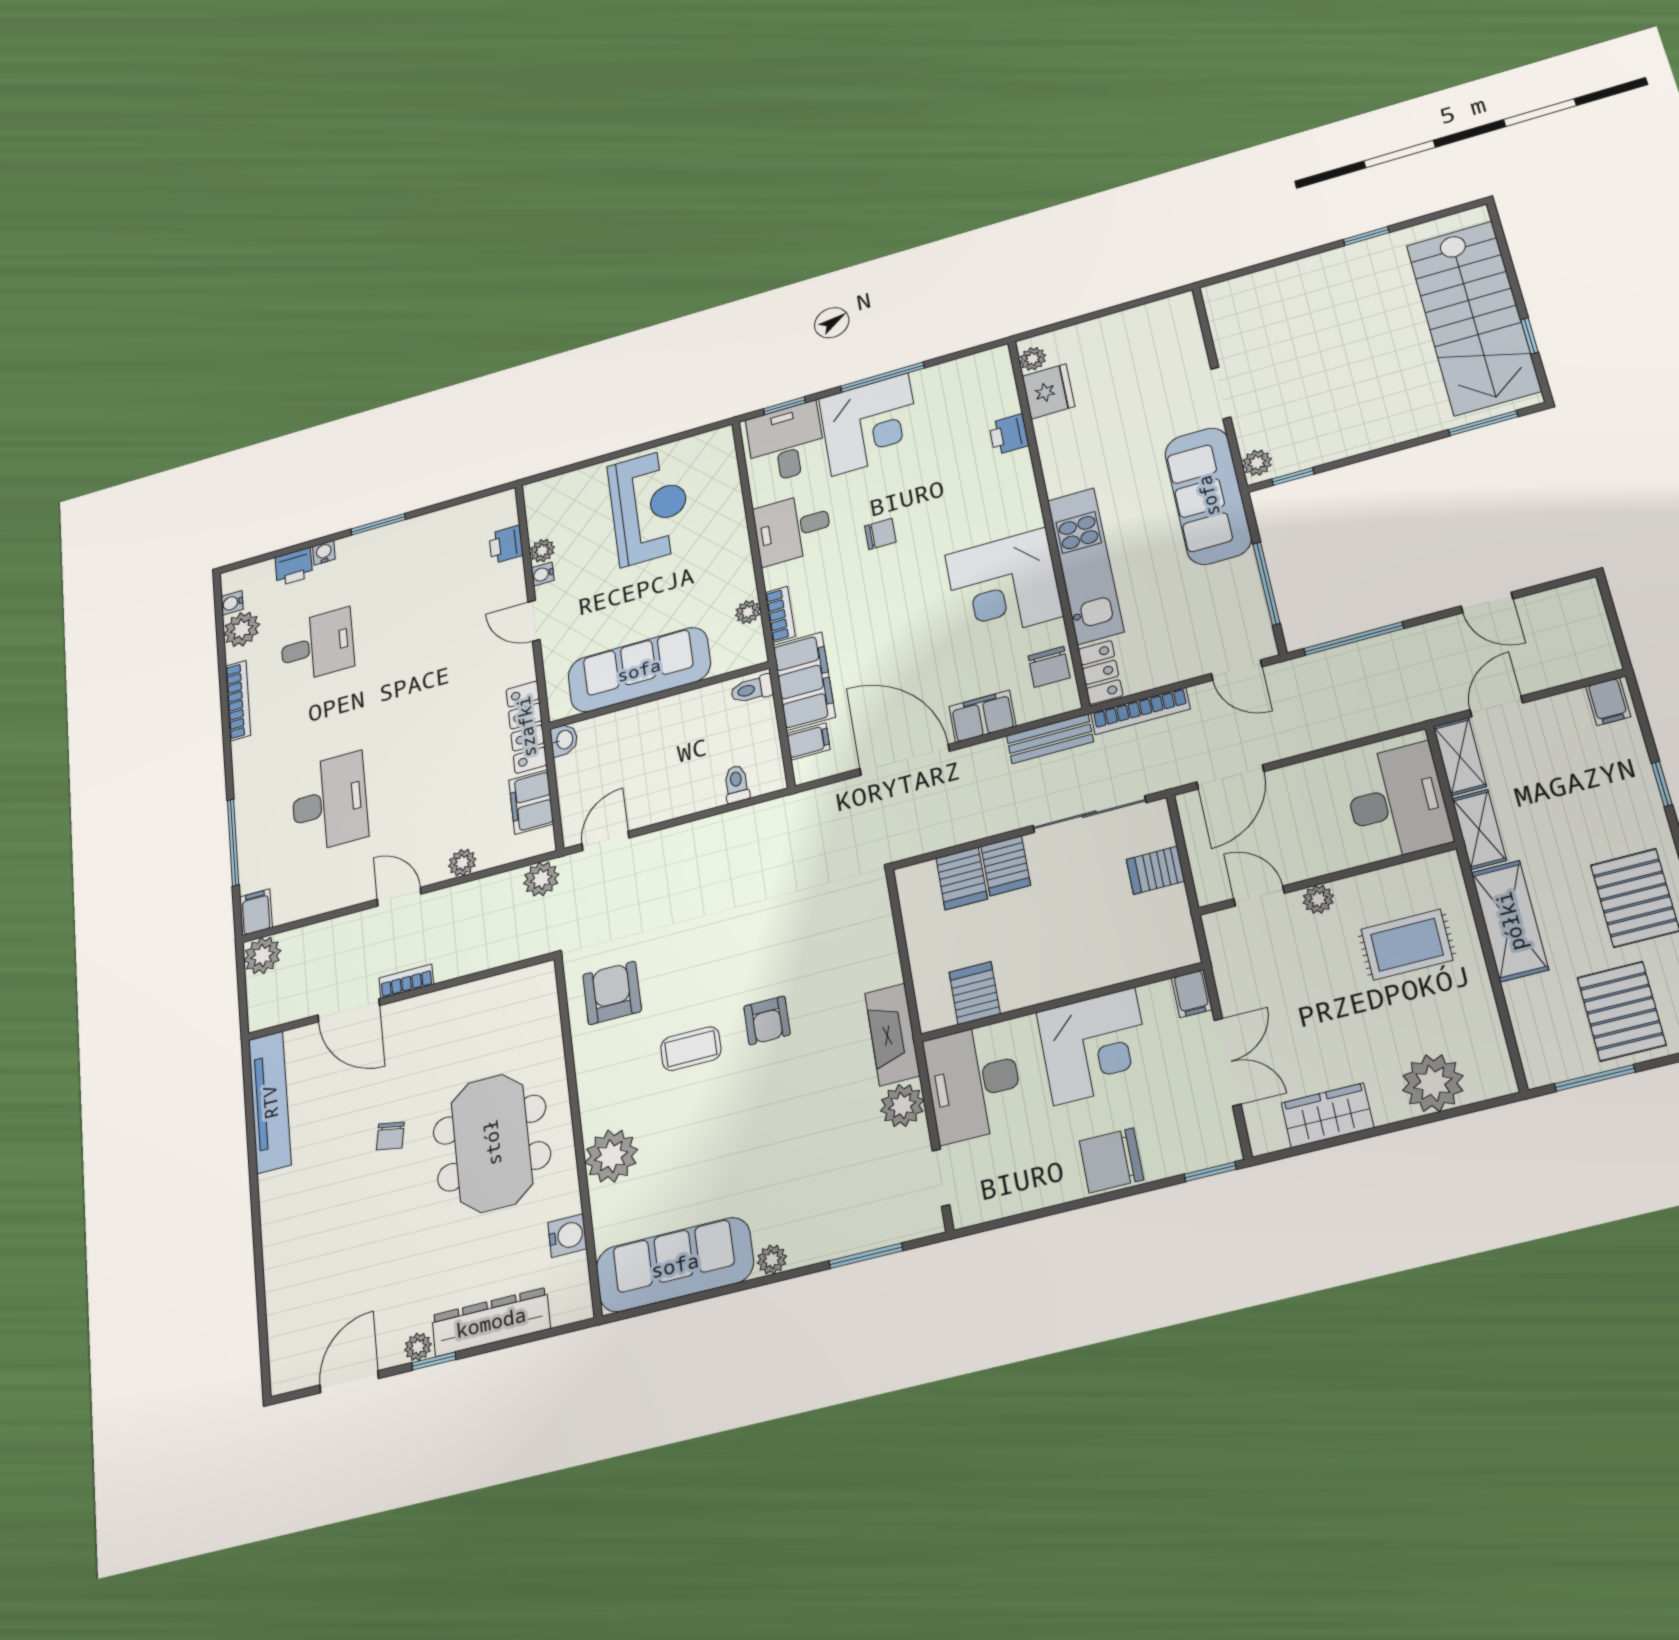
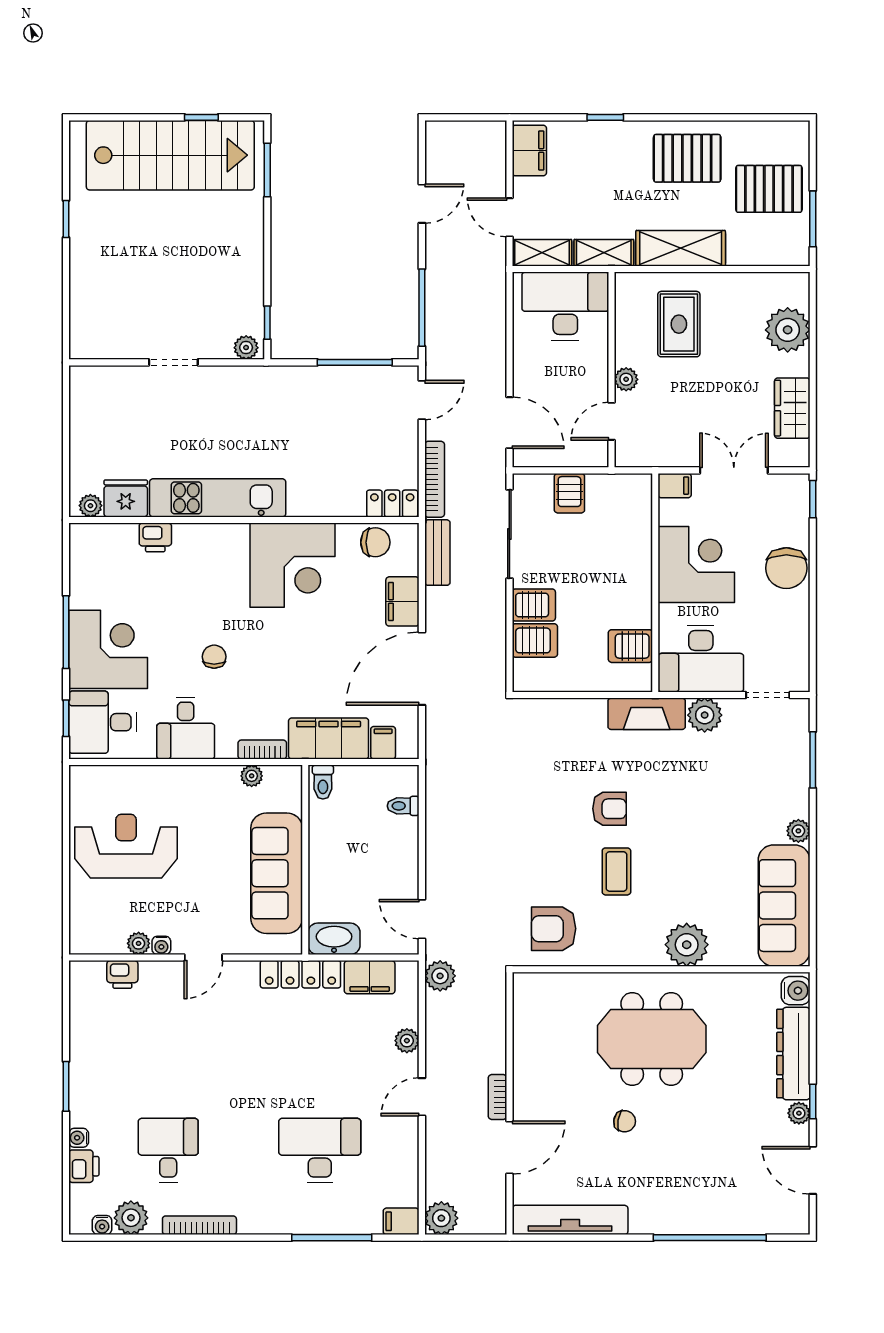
sofa: (1208, 496) -> (263, 391), removed
kitchen unit: (1086, 566) -> (218, 498), moved
filing cabinet: (1608, 702) -> (529, 150), width x2.00
washbasin: (564, 740) -> (334, 939), width x1.91, depth x1.45
water cooler: (567, 1236) -> (796, 991), moved, turned 90
window: (259, 1273) -> (710, 1238), added

